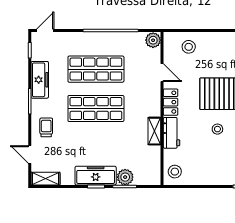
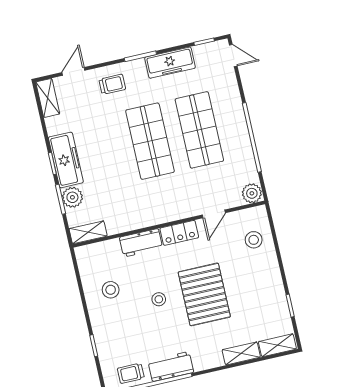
shelving: (154, 131) -> (88, 232), moved
stool: (175, 172) -> (111, 290), moved

